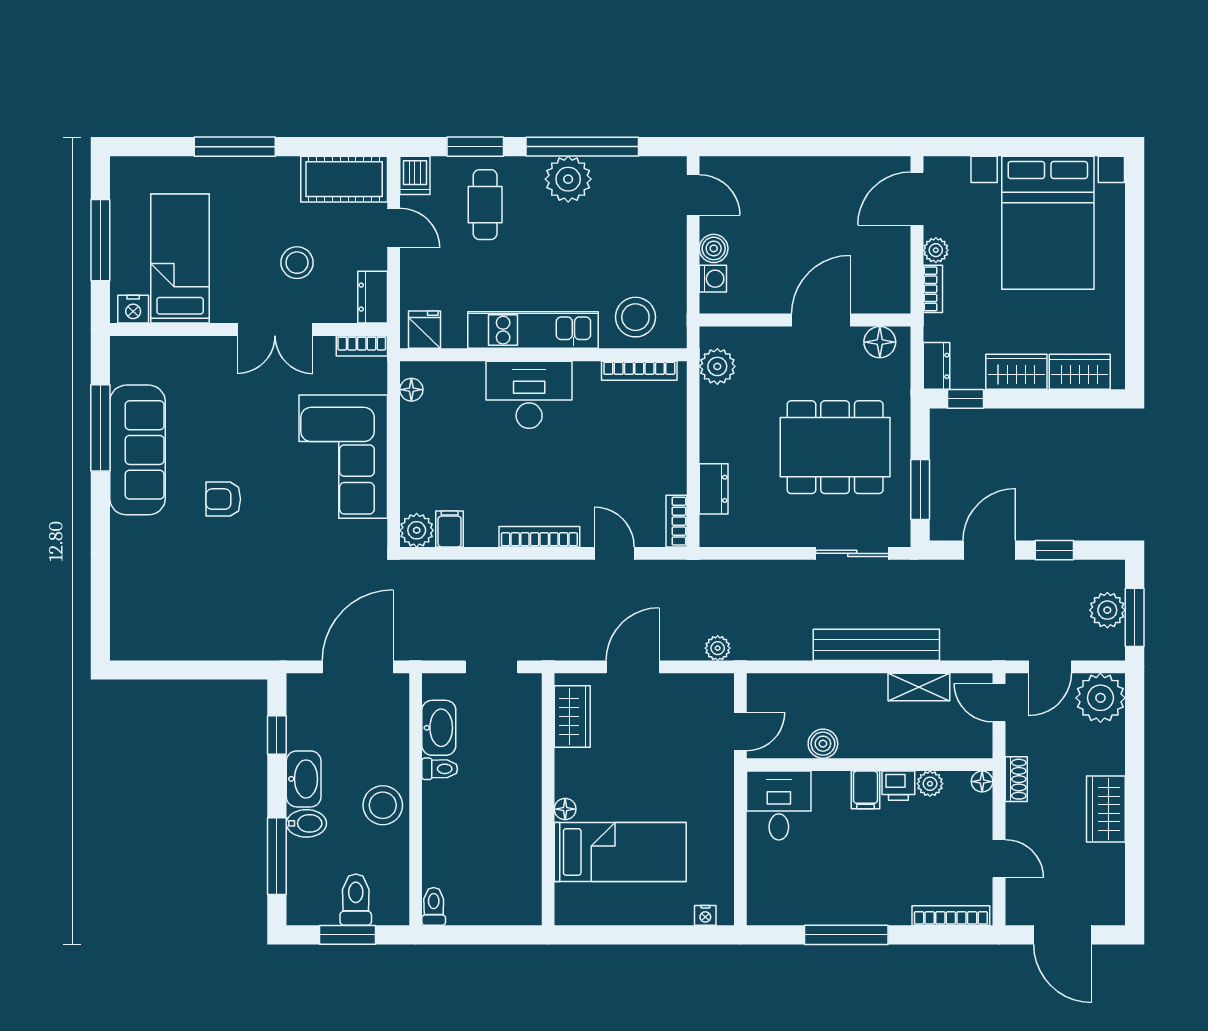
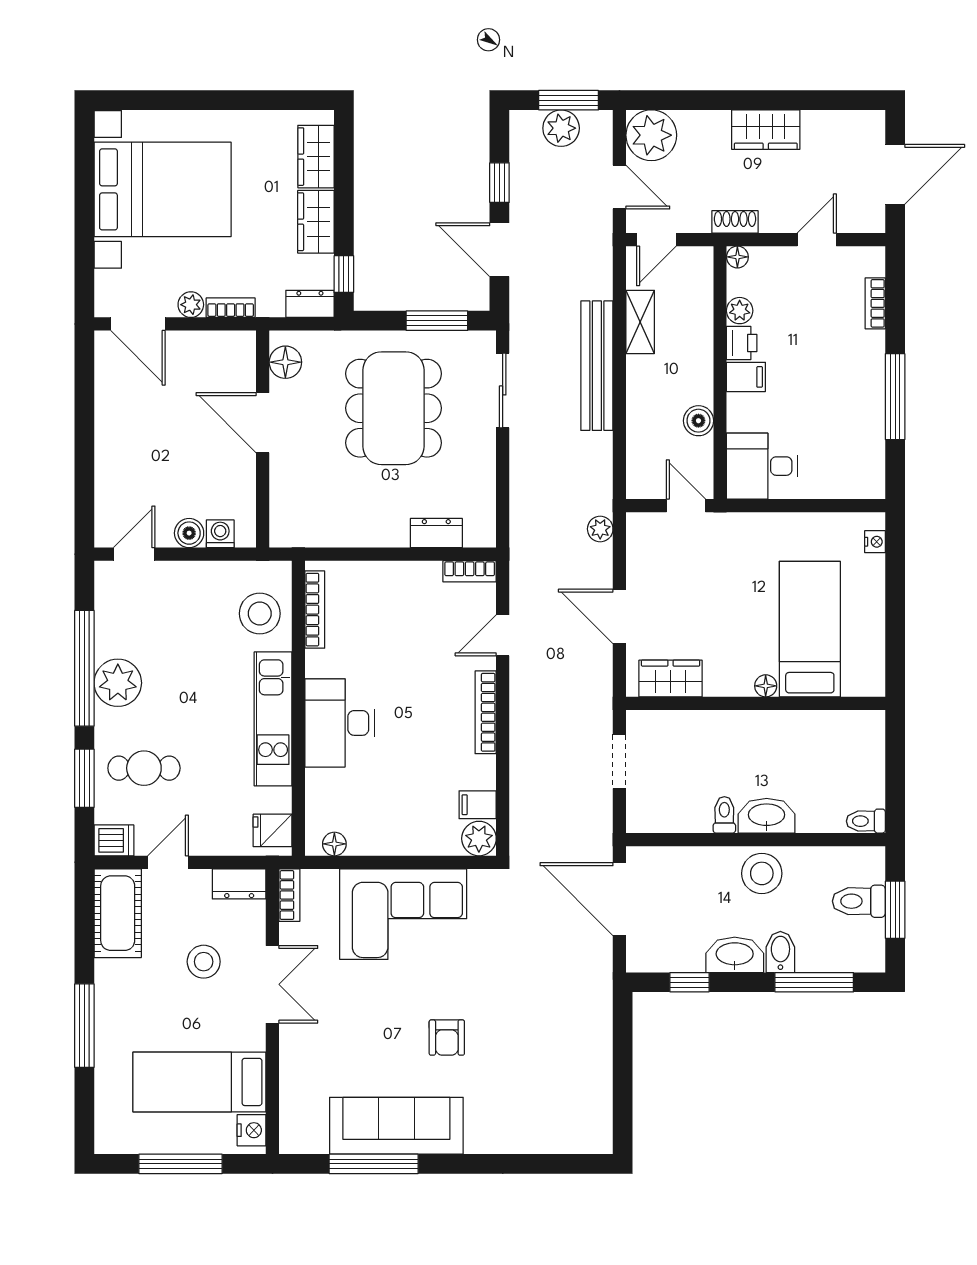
plant: (717, 366) -> (310, 529), removed
washbasin: (439, 728) -> (767, 816), moved
bookcase: (951, 915) -> (875, 303), width x0.64

